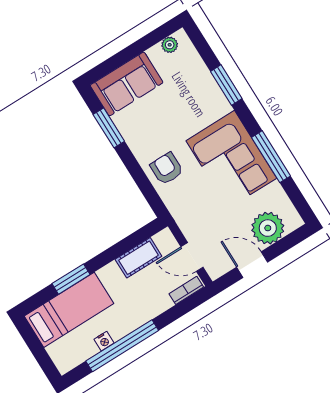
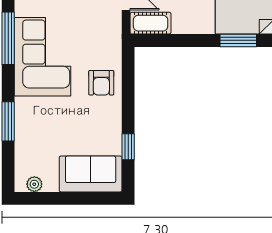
window: (109, 128) -> (128, 147), width x0.67
cot: (138, 258) -> (151, 23), moved

